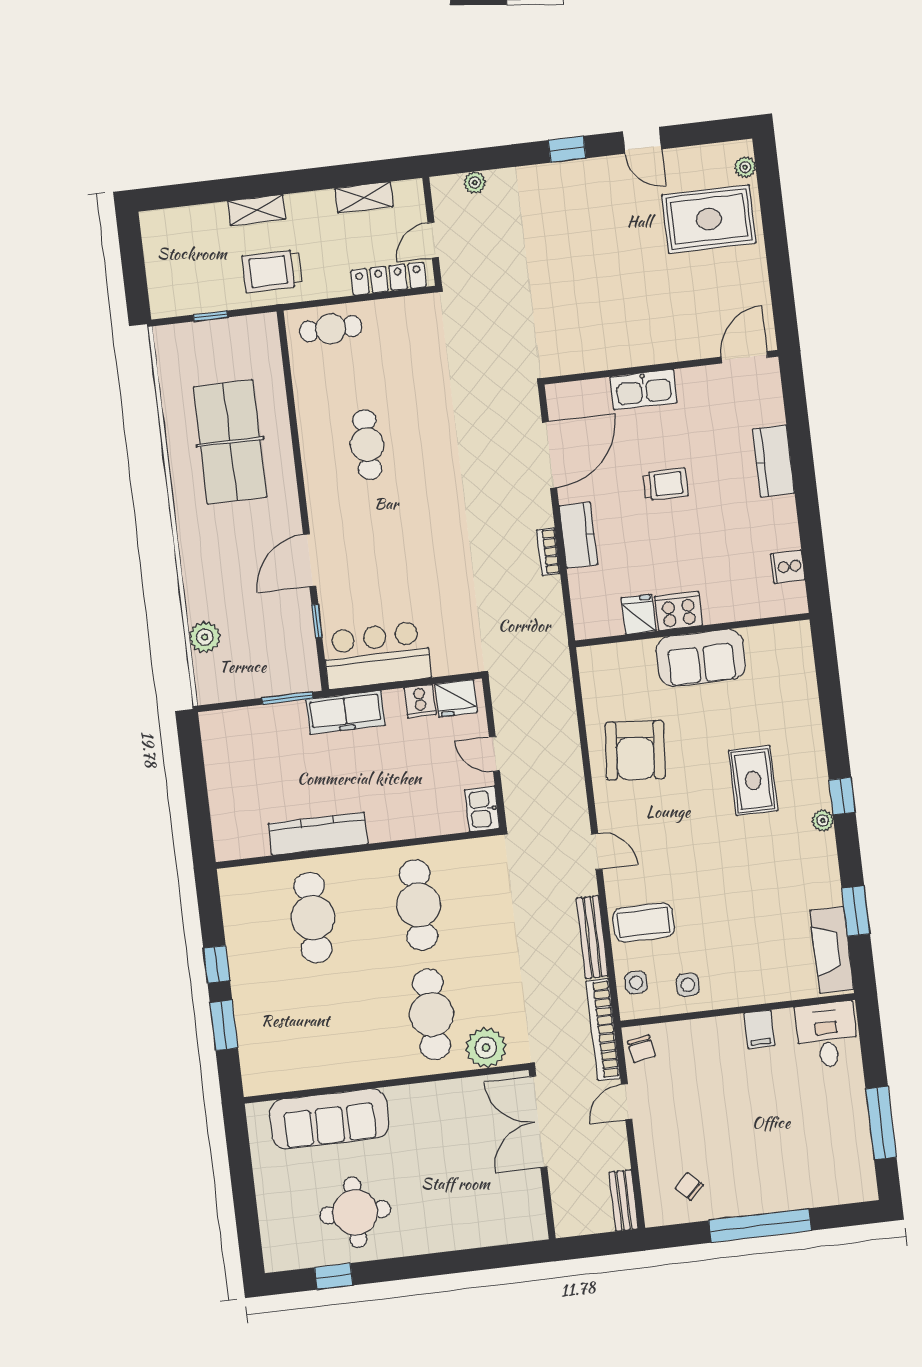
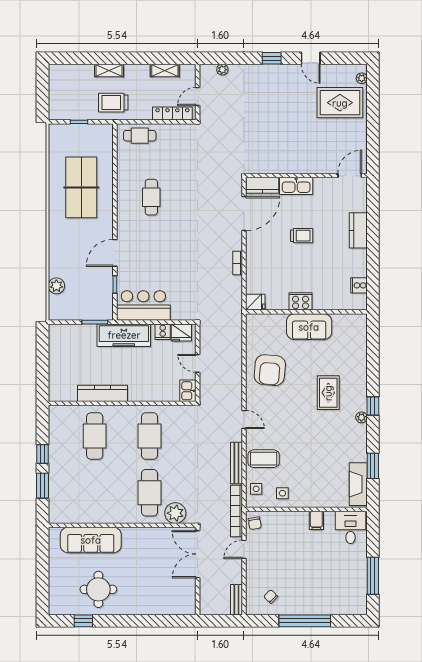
kitchen counter: (578, 535) -> (262, 185), moved, turned 90
fridge: (639, 614) -> (255, 302), moved, turned 90
freezer: (345, 712) -> (124, 335), width x1.36, depth x1.26

